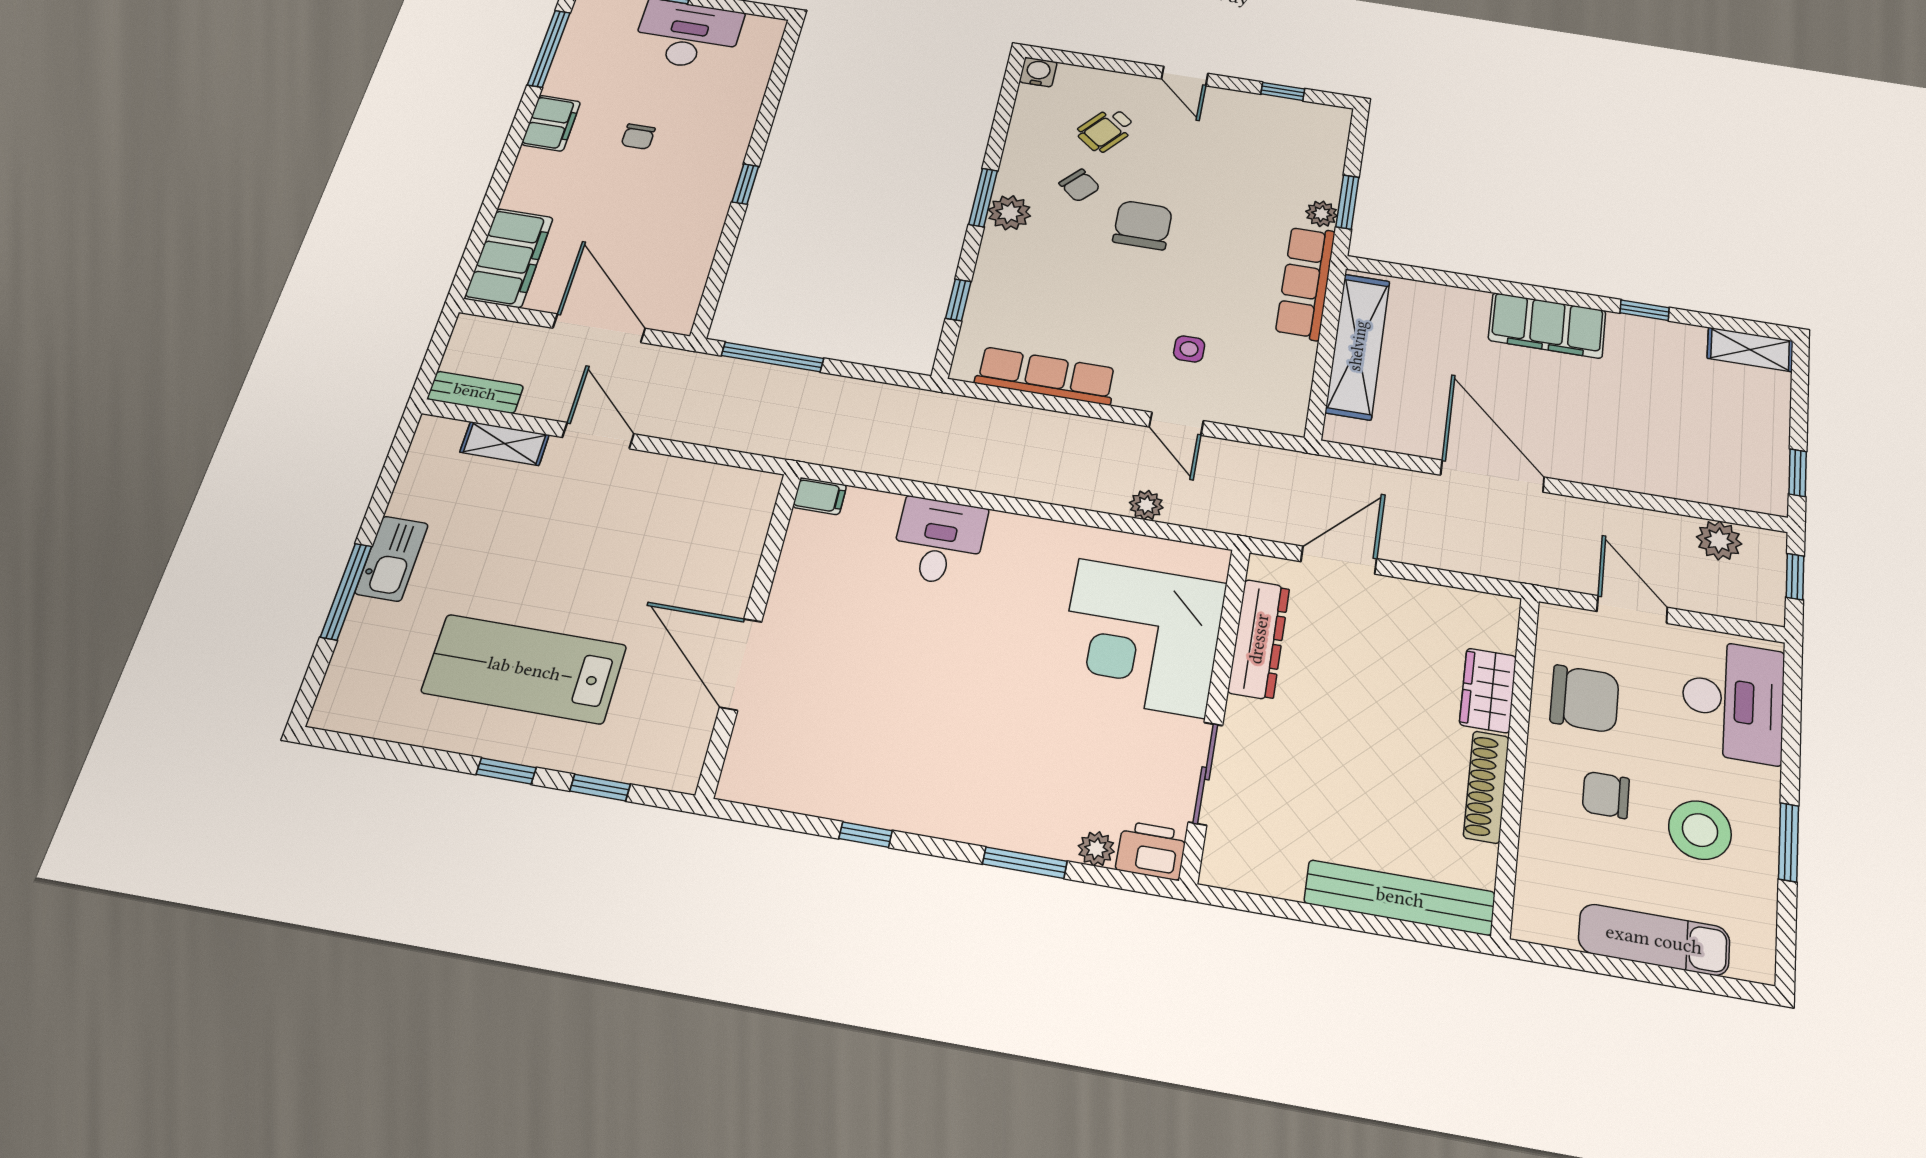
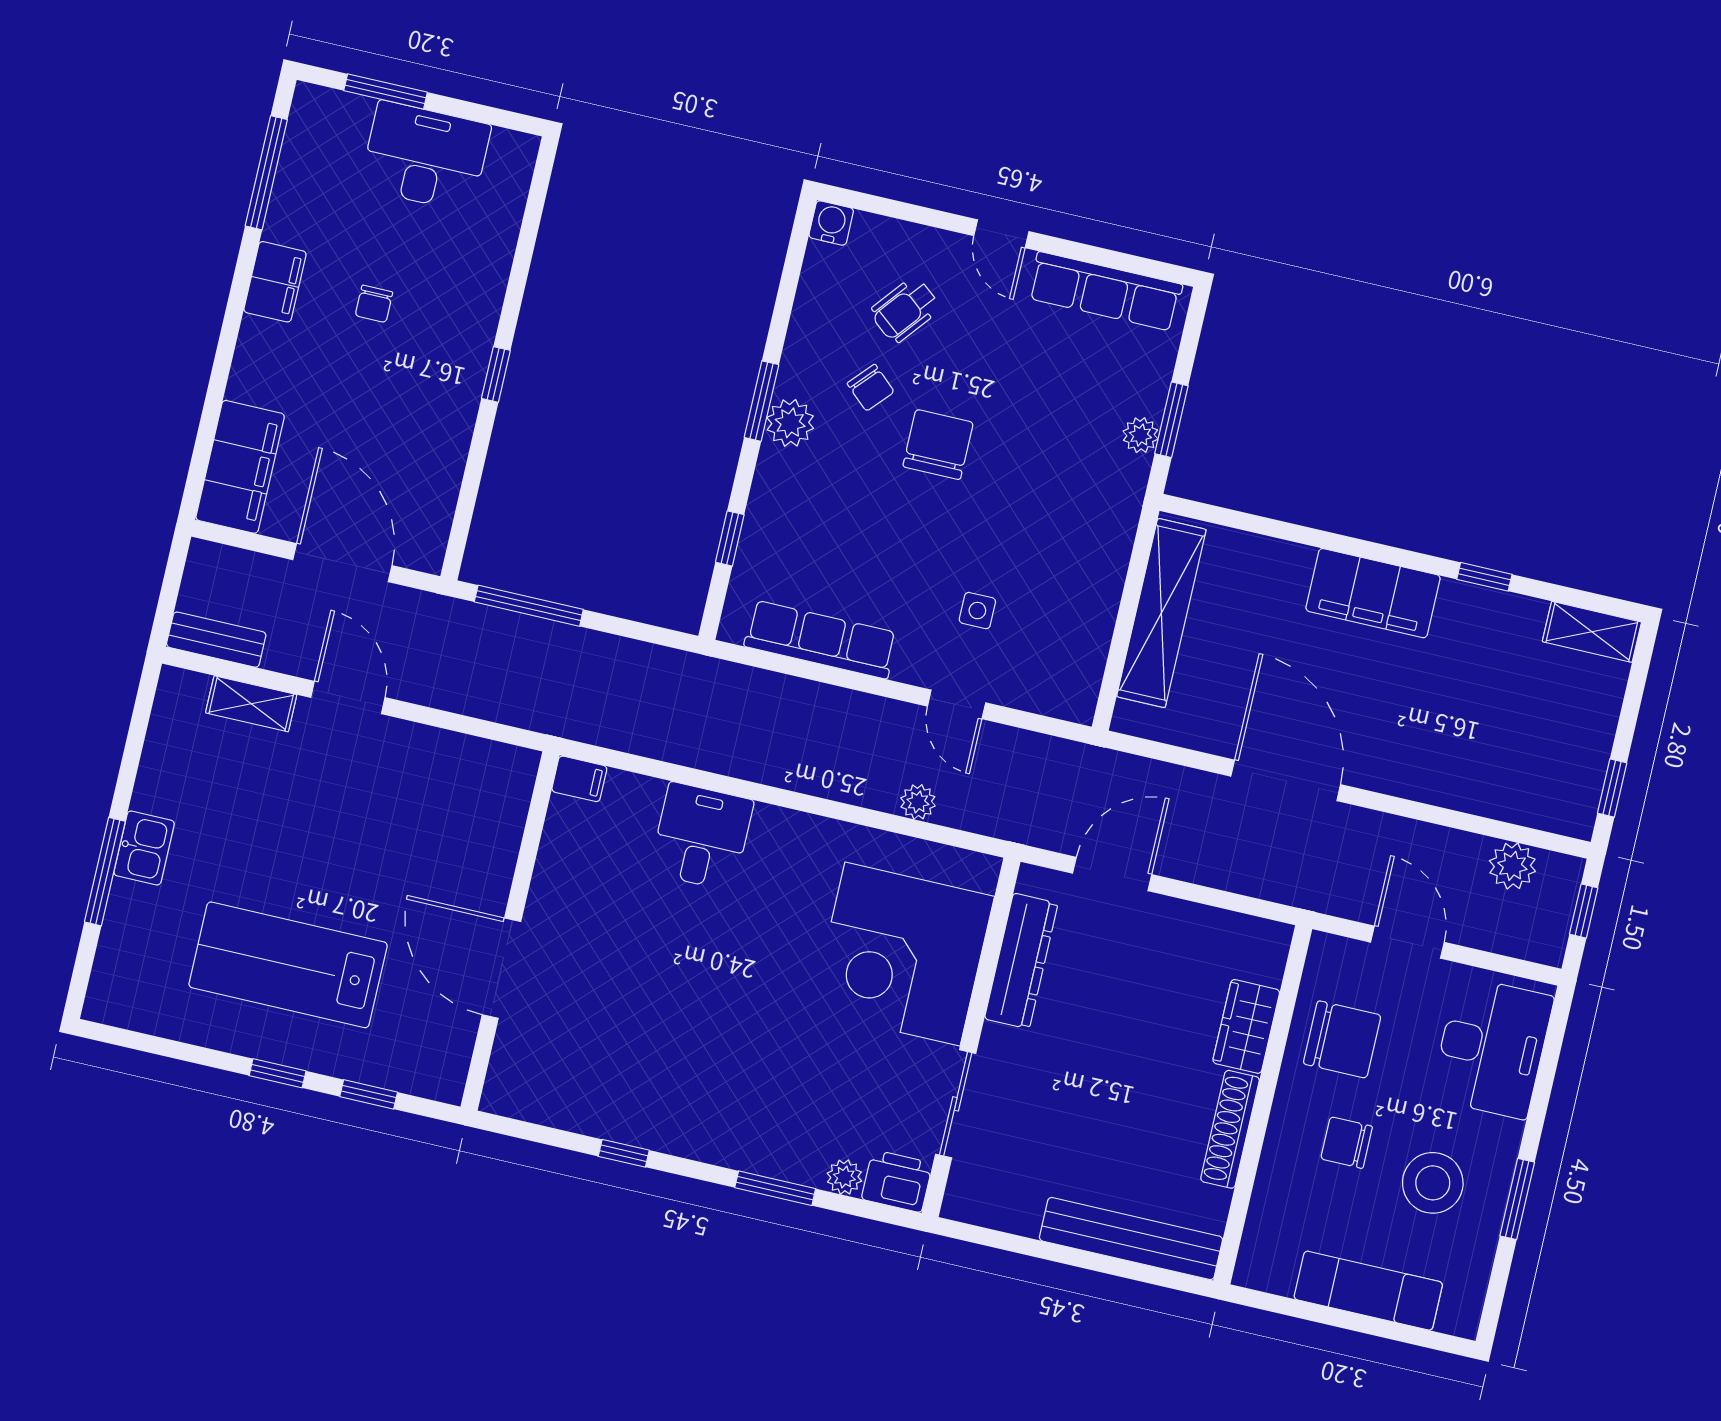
window: (1283, 91) -> (1114, 260), removed
row of seats: (1305, 282) -> (1105, 291), moved, turned -90
kitchen sink: (392, 559) -> (144, 848), width x0.73

